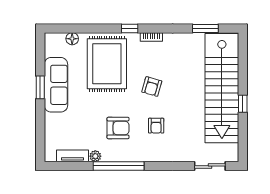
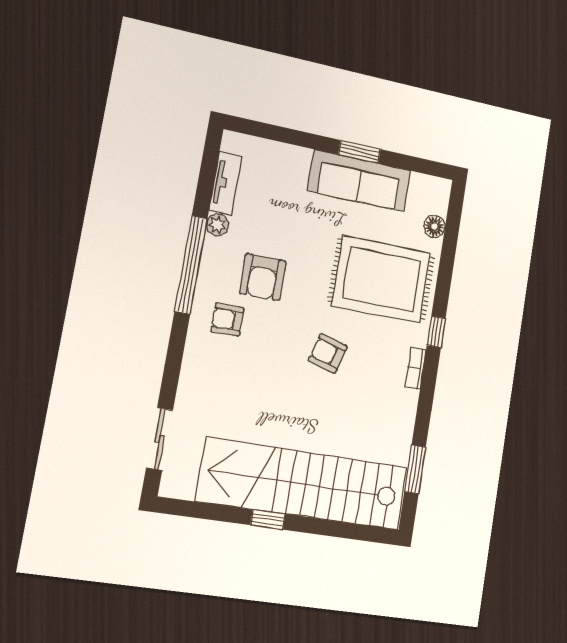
armchair: (156, 126) -> (227, 320), moved

